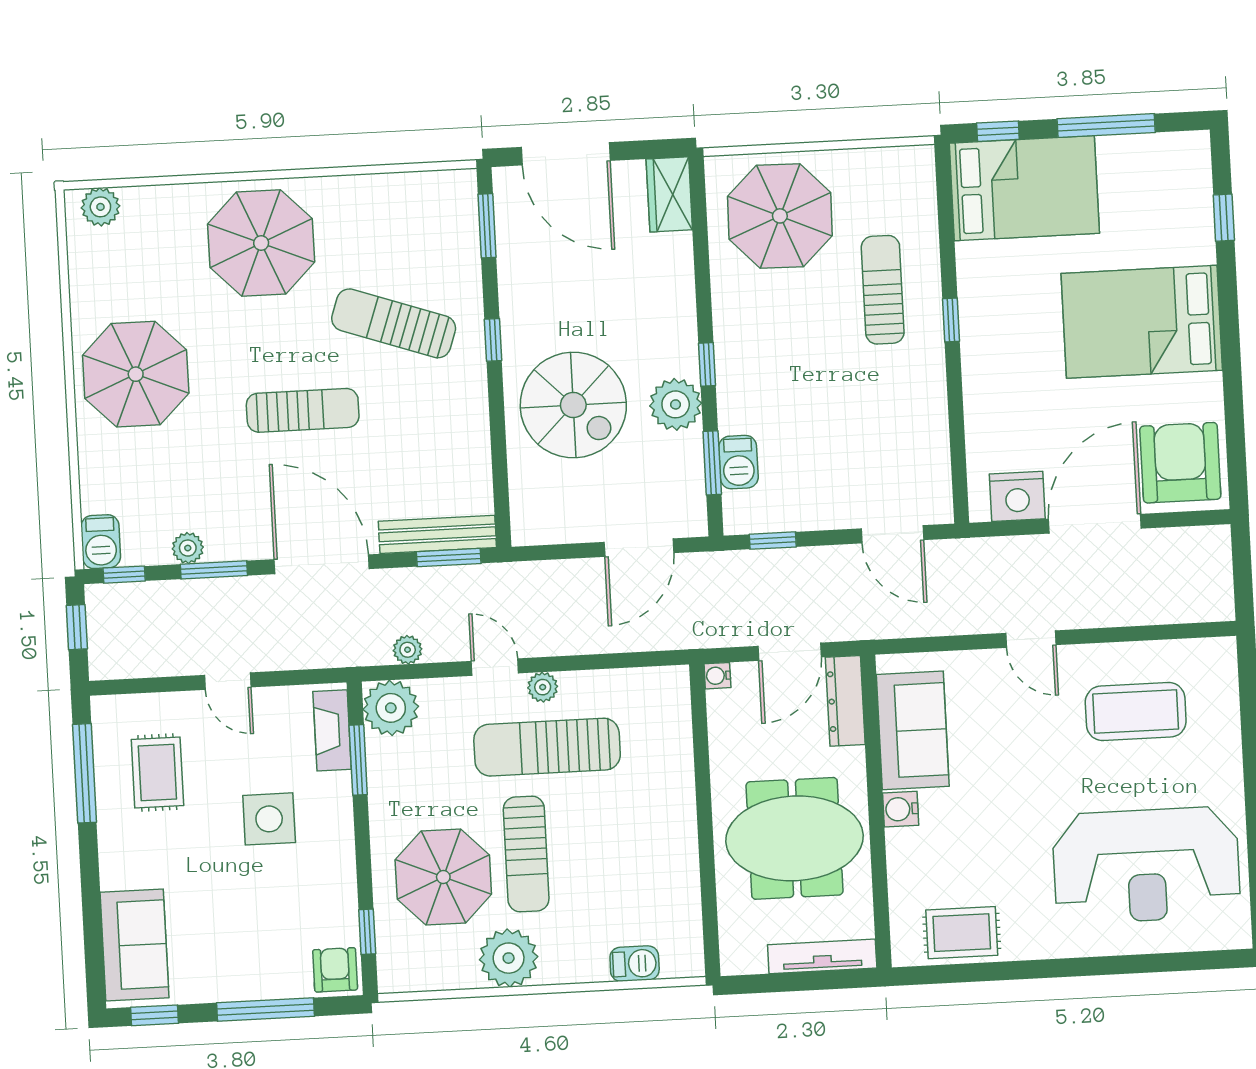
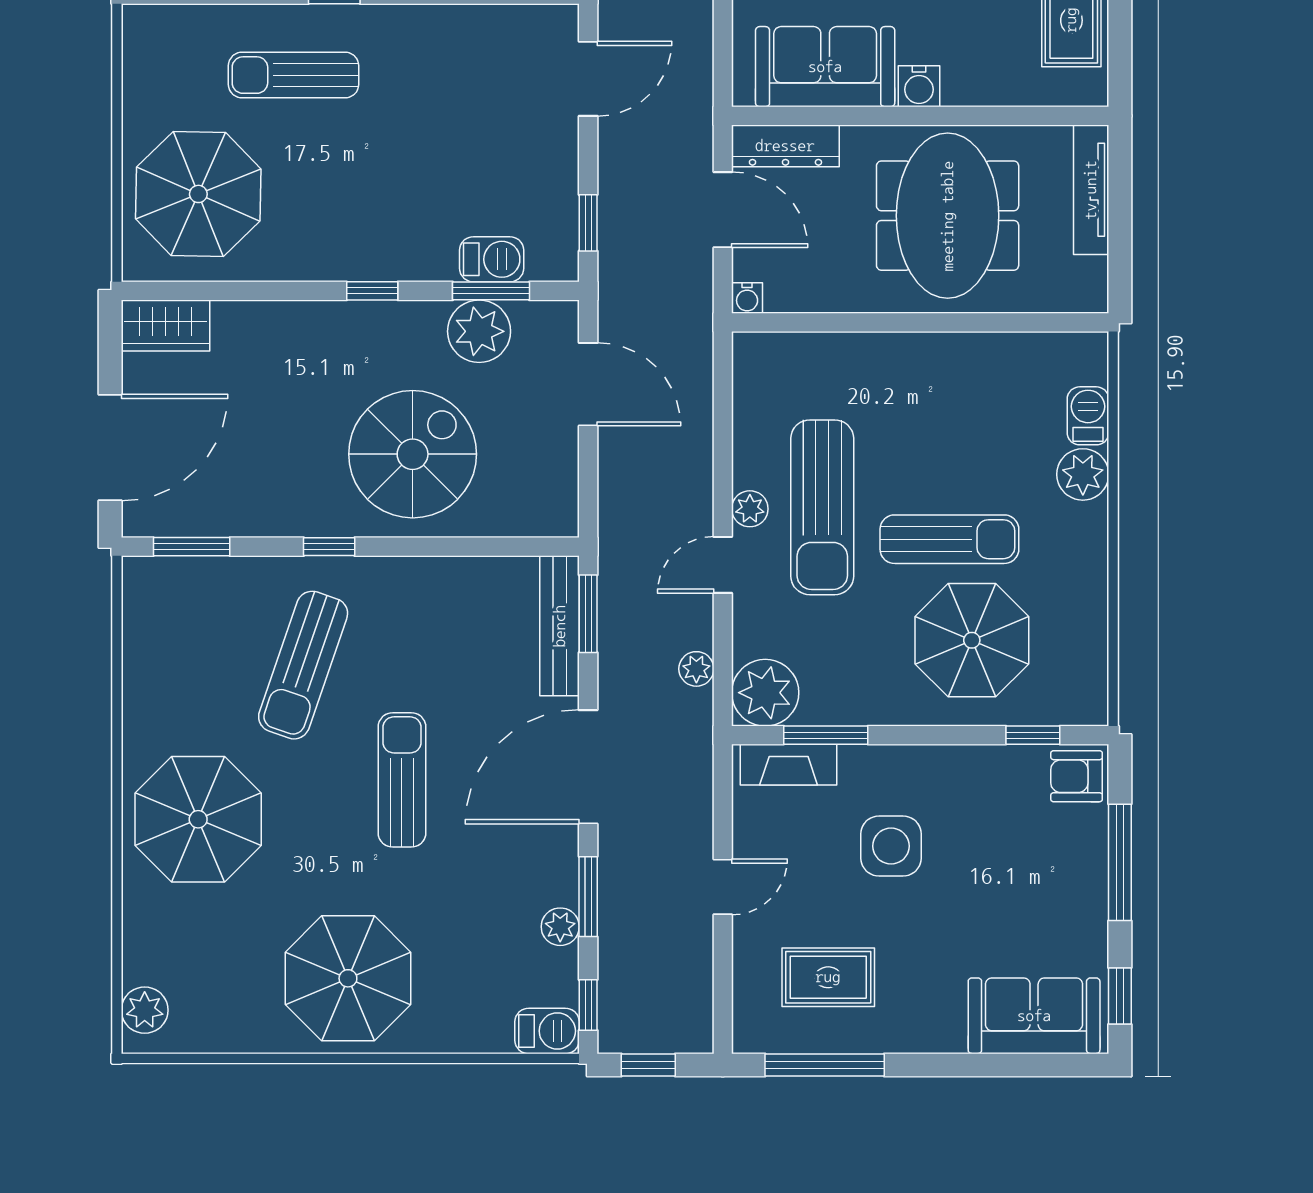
plant: (676, 404) -> (479, 331), moved
plant: (509, 958) -> (1083, 474), moved, width x0.73, depth x0.73

